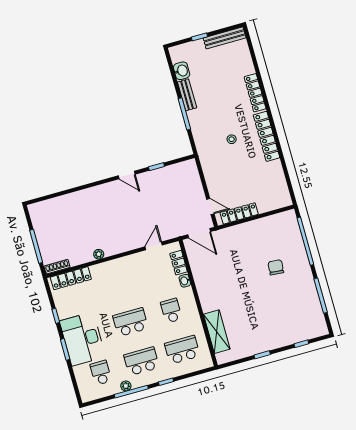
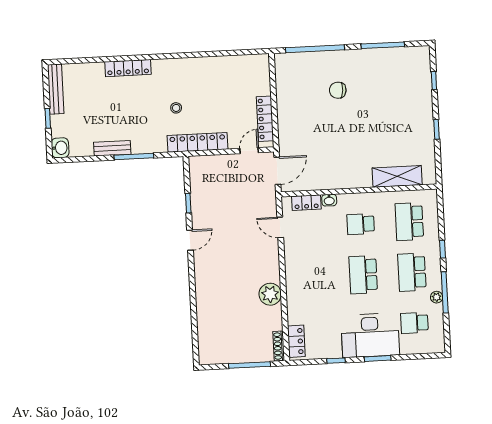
washbasin: (182, 71) -> (60, 148), moved, turned 90
locker: (267, 136) -> (197, 142), moved, turned 180
plant: (99, 254) -> (270, 294), width x1.87, depth x1.87
locker: (71, 278) -> (296, 341), width x0.66

